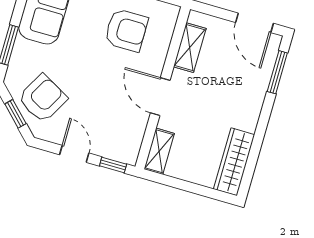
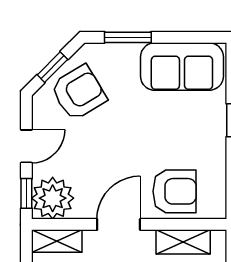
armchair: (126, 30) -> (175, 191), moved, turned -90
armchair: (43, 98) -> (79, 93), turned -60
plant: (123, 145) -> (53, 198), added

